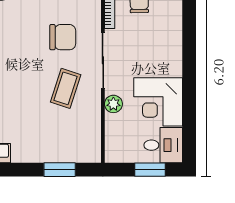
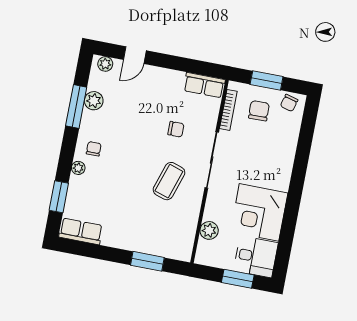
chair: (63, 37) -> (176, 129), width x0.54, depth x0.54
plant: (113, 104) -> (209, 230), moved

